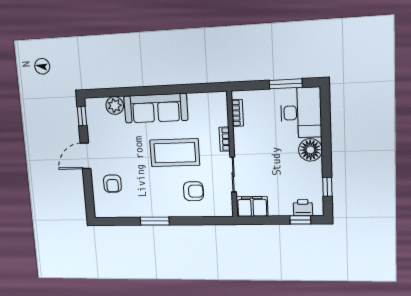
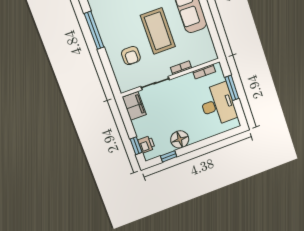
window: (286, 84) -> (232, 88), moved
desk: (301, 113) -> (218, 104), moved, turned -90
floor lamp: (310, 150) -> (180, 139), moved
window: (155, 221) -> (94, 30), width x1.44

